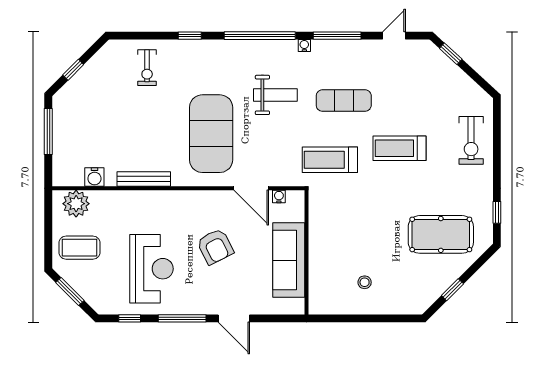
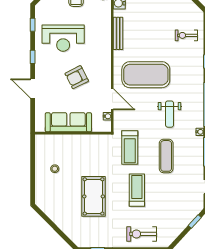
treadmill: (330, 160) -> (130, 147), turned 180
door: (251, 188) -> (112, 99), swing flipped
pool table: (441, 234) -> (94, 196), moved
window: (452, 290) -> (50, 223), removed
window: (182, 318) -> (33, 57), width x0.46
door: (234, 318) -> (33, 89), hinge flipped

